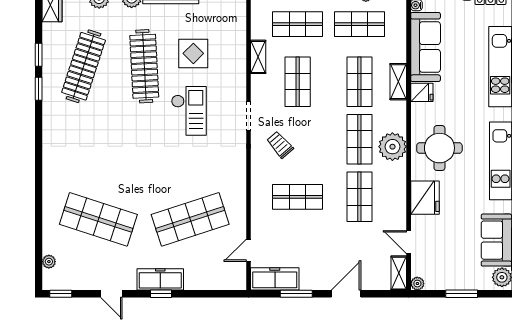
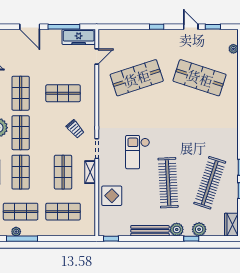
display table: (193, 53) -> (112, 196), moved
shelving: (258, 57) -> (90, 172), moved
freezer: (160, 279) -> (157, 37), removed
window: (61, 294) -> (213, 27), moved
window: (296, 294) -> (64, 27), width x1.44
door: (346, 294) -> (30, 27), hinge flipped

